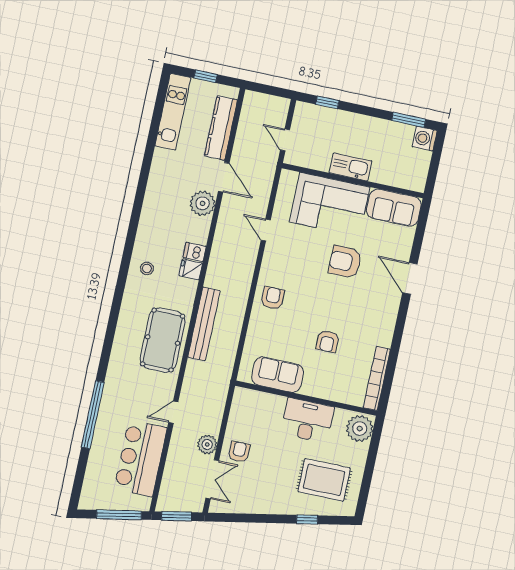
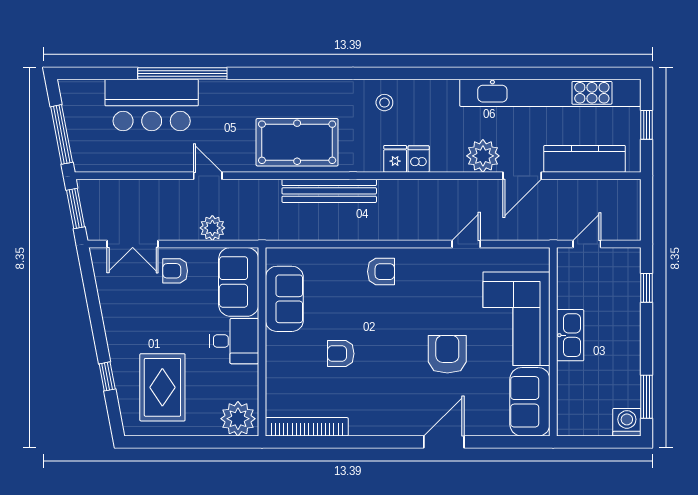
kitchen unit: (173, 112) -> (550, 93), width x1.86
sofa: (258, 406) -> (239, 282), added
desk: (307, 420) -> (234, 341), width x0.73
plant: (207, 444) -> (212, 228), moved
armchair: (239, 452) -> (175, 271), turned 180
bar counter: (141, 458) -> (152, 105), moved, turned 180

